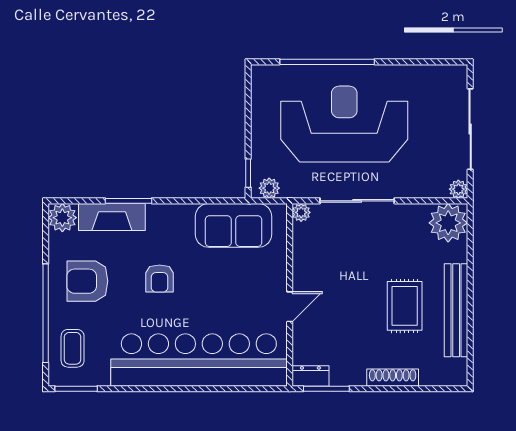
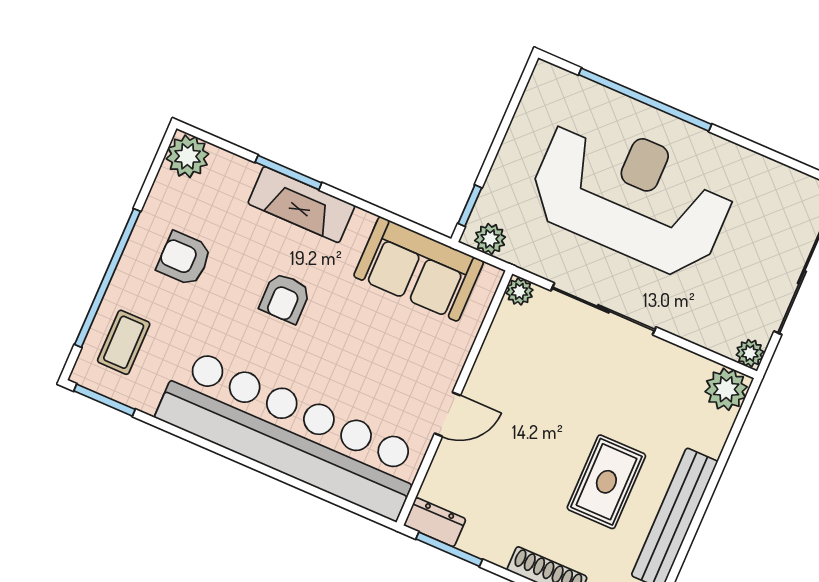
fireplace: (112, 217) -> (301, 205), moved
plant: (448, 223) -> (726, 389), width x0.73, depth x0.73
armchair: (87, 281) -> (184, 259), width x0.72, depth x0.72

